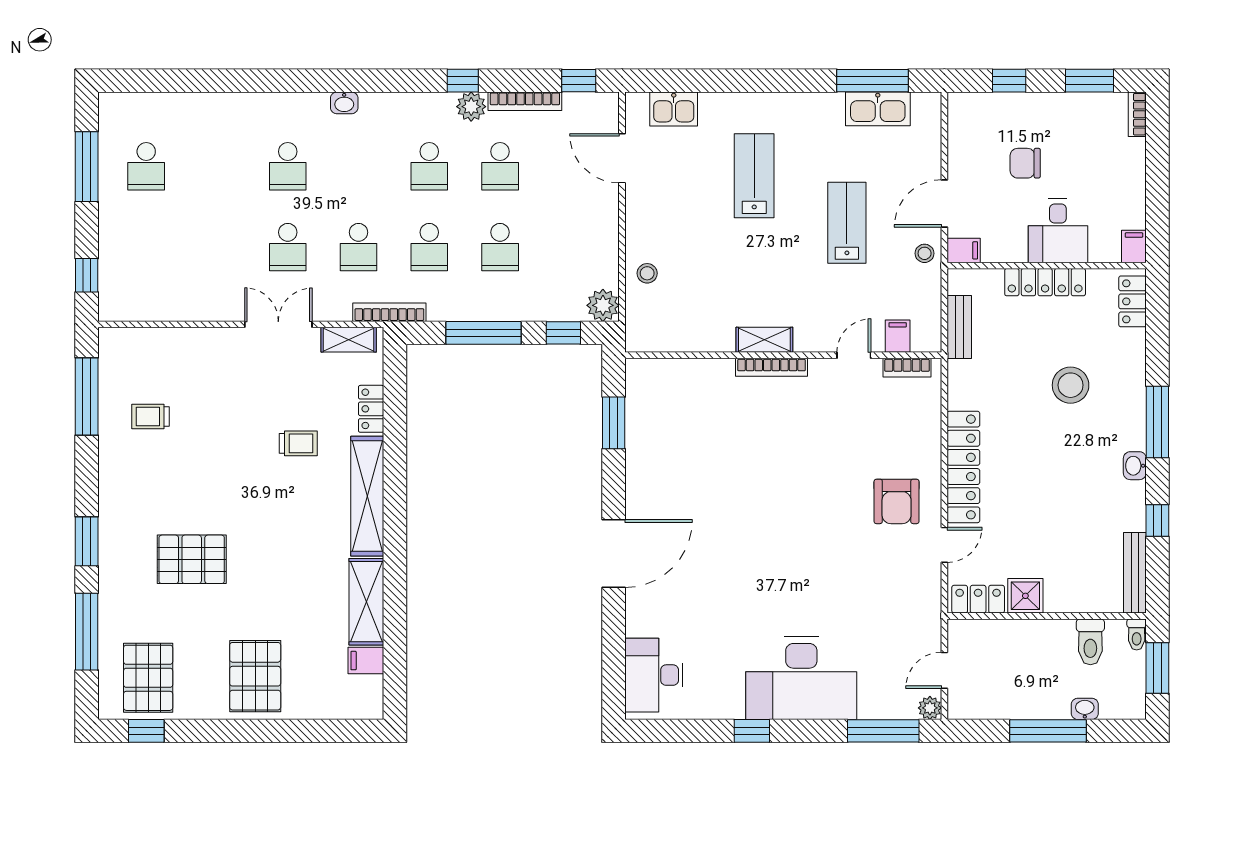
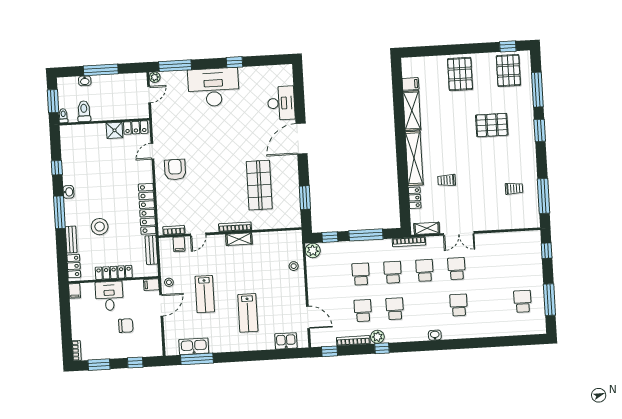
shop shelf: (713, 456) -> (259, 185), added
locker: (963, 467) -> (147, 209), moved
bench: (1135, 573) -> (71, 239), moved, width x0.73
desk: (654, 675) -> (281, 103), moved

